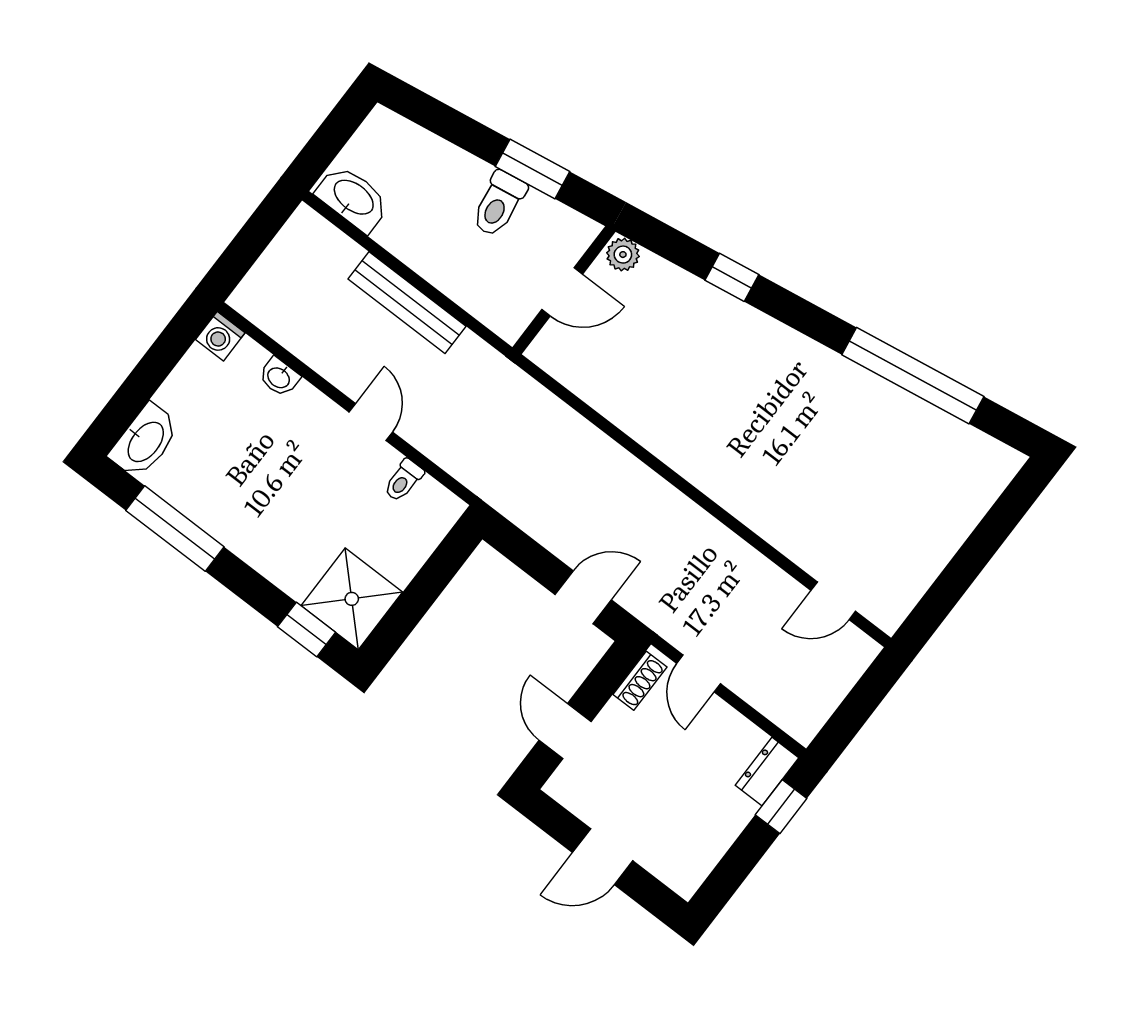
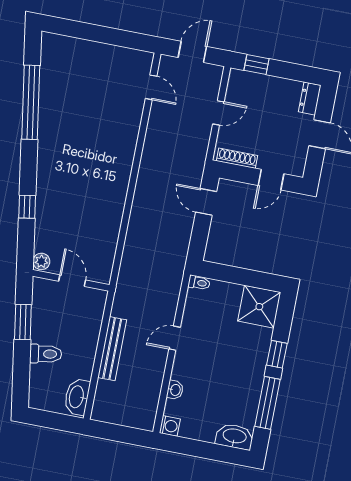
toilet: (499, 204) -> (46, 354), moved
toilet: (403, 480) -> (199, 283), moved
window: (307, 630) -> (277, 354), moved
door: (699, 674) -> (218, 113), moved
shoe rack: (640, 681) -> (237, 158), width x1.43
door: (859, 705) -> (192, 52), added
dresser: (767, 772) -> (310, 99), moved, turned 90

